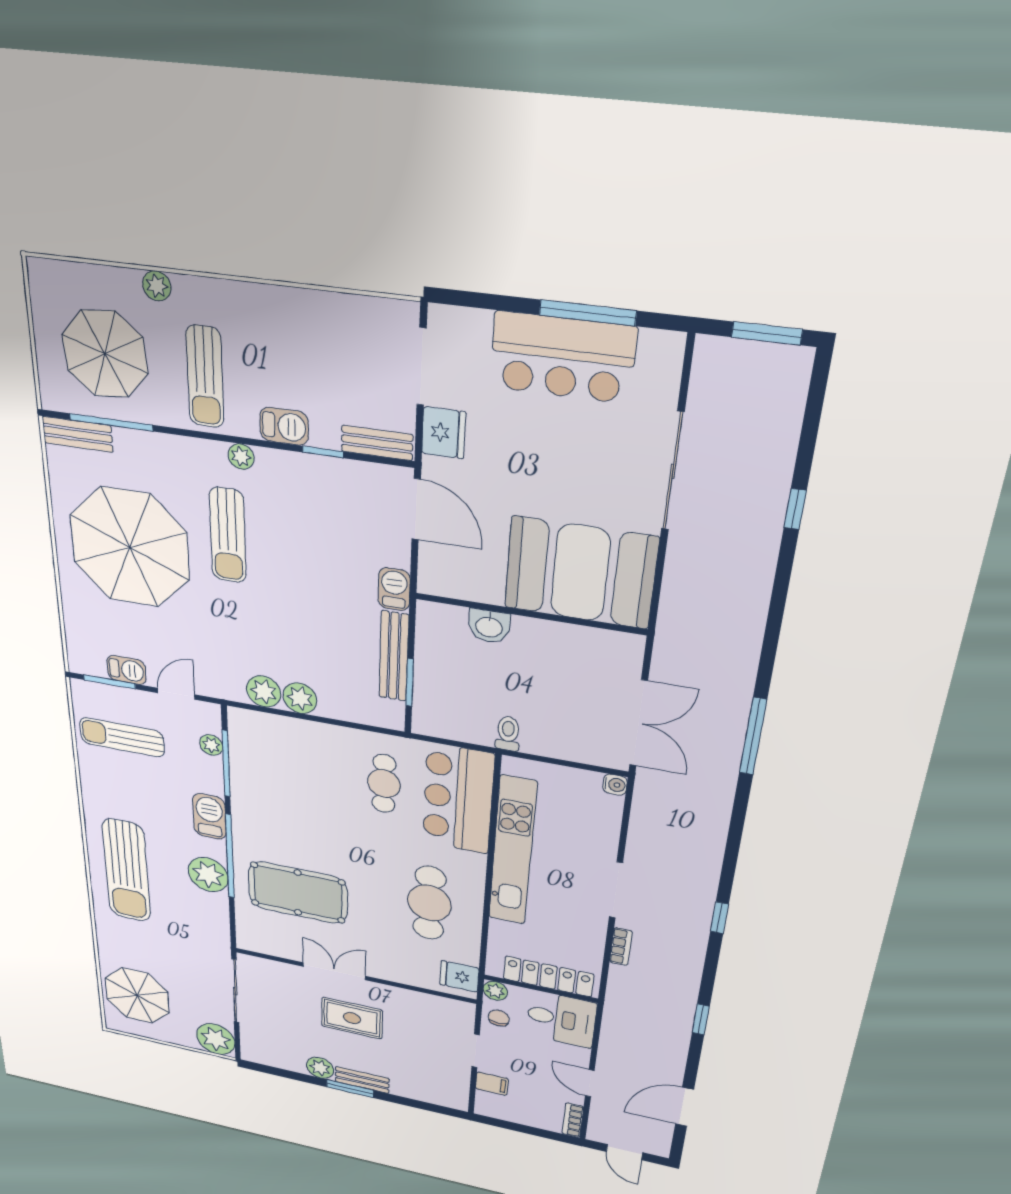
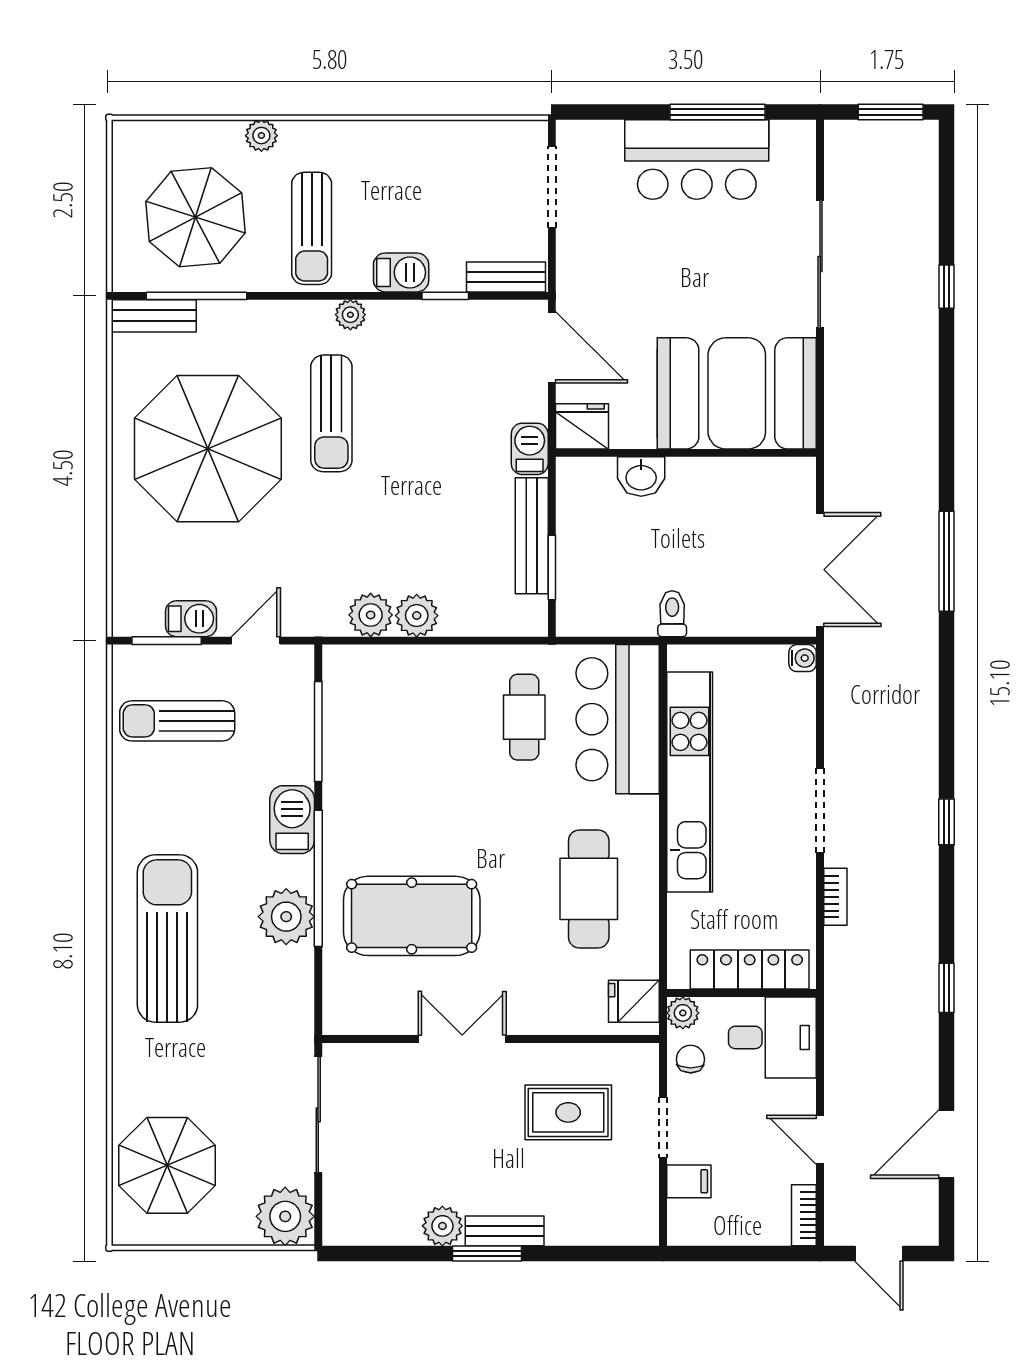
fridge: (444, 433) -> (582, 426), moved, turned -90
plant: (211, 745) -> (299, 707), removed
sun lounger: (126, 871) -> (167, 938), turned 180
rug: (352, 1018) -> (568, 1112), moved

